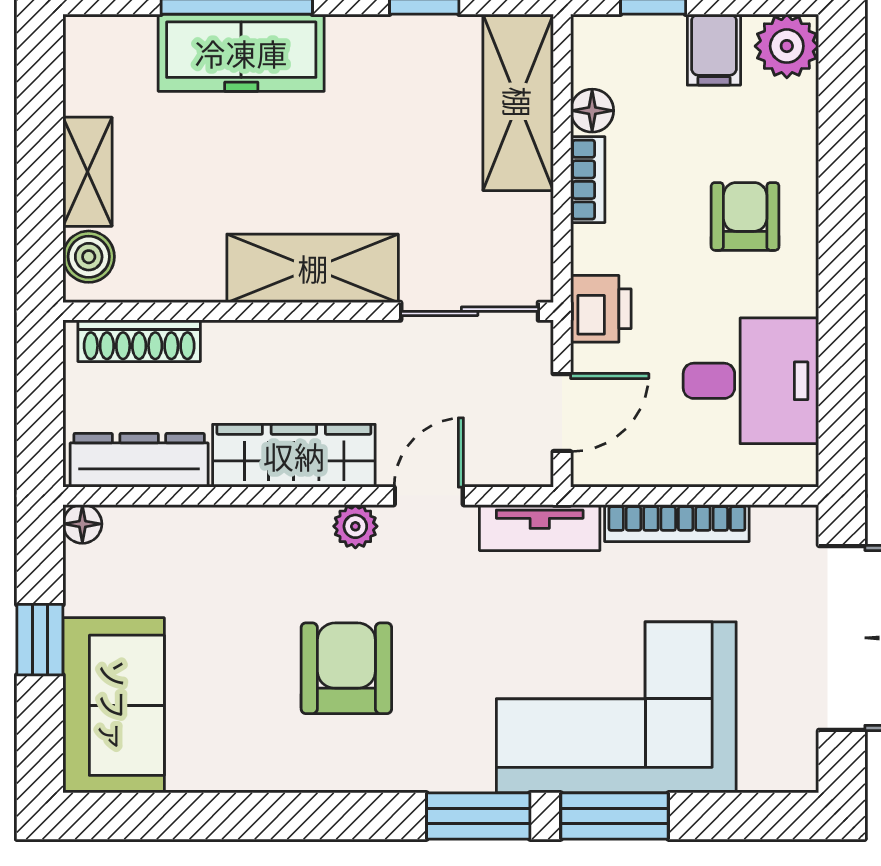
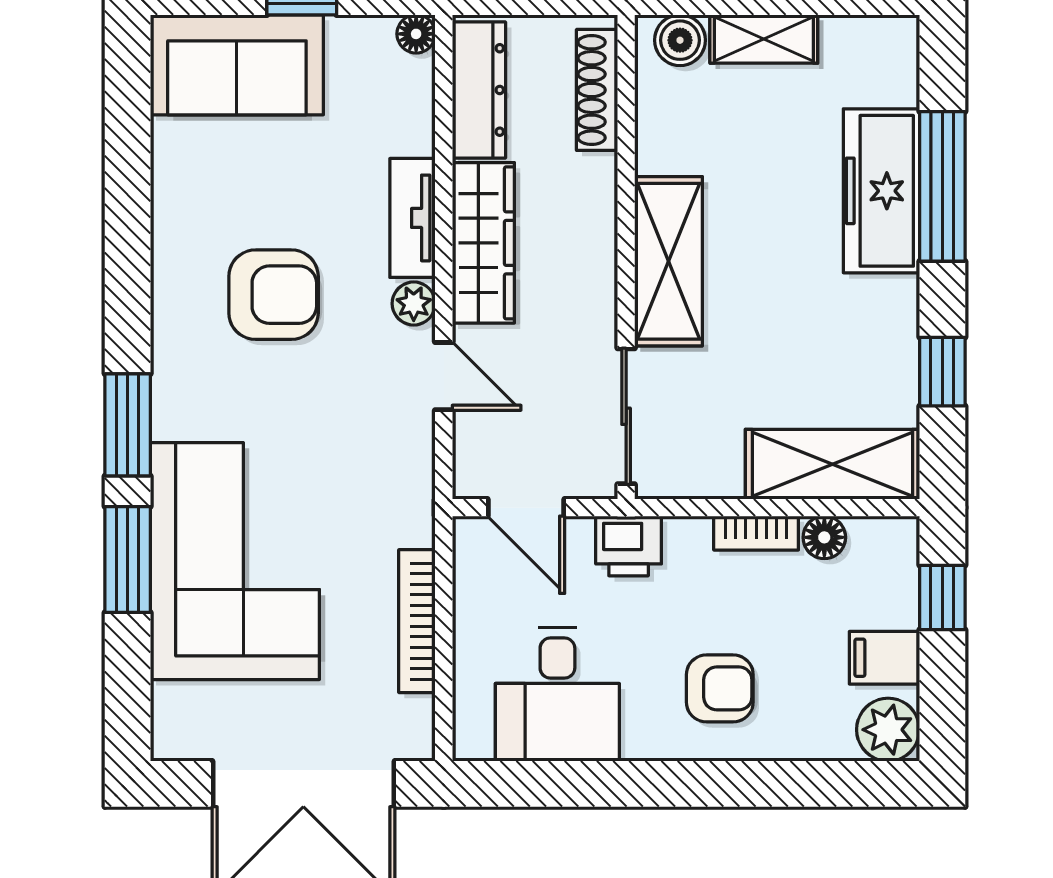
tv unit: (540, 528) -> (413, 218), moved

